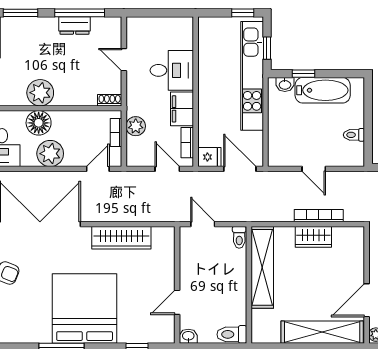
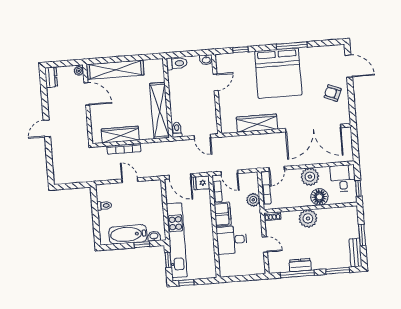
plant: (40, 93) -> (308, 218), moved
wardrobe: (313, 237) -> (120, 135), width x1.50
door: (367, 300) -> (87, 94), hinge flipped

